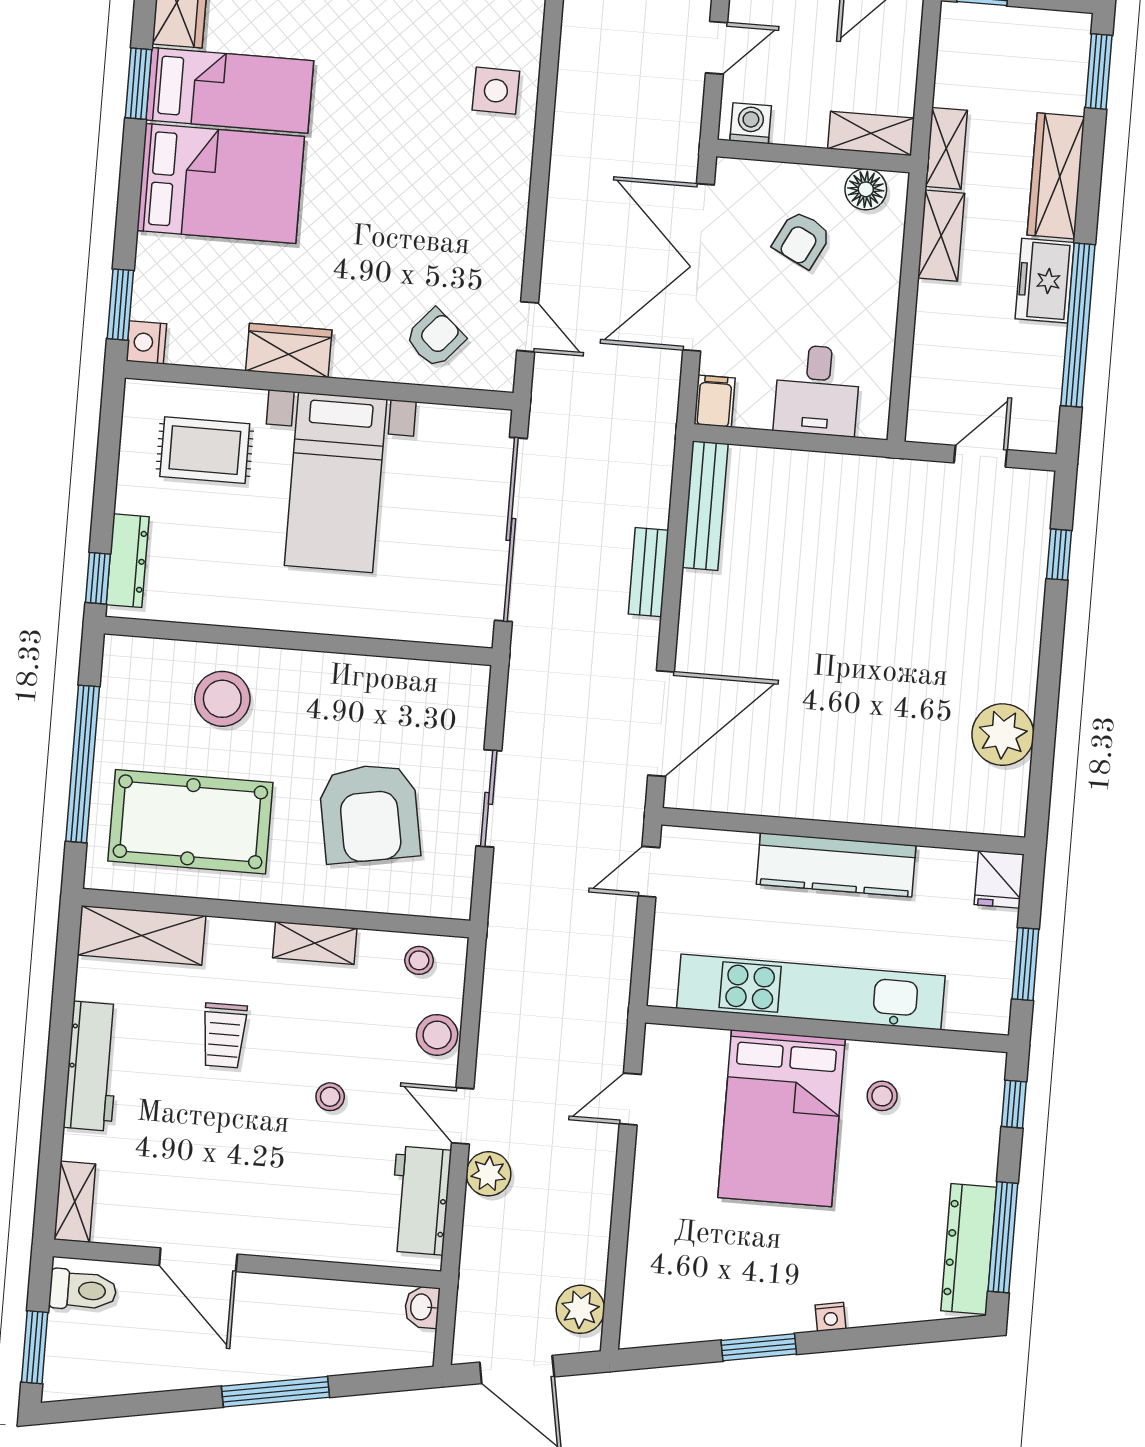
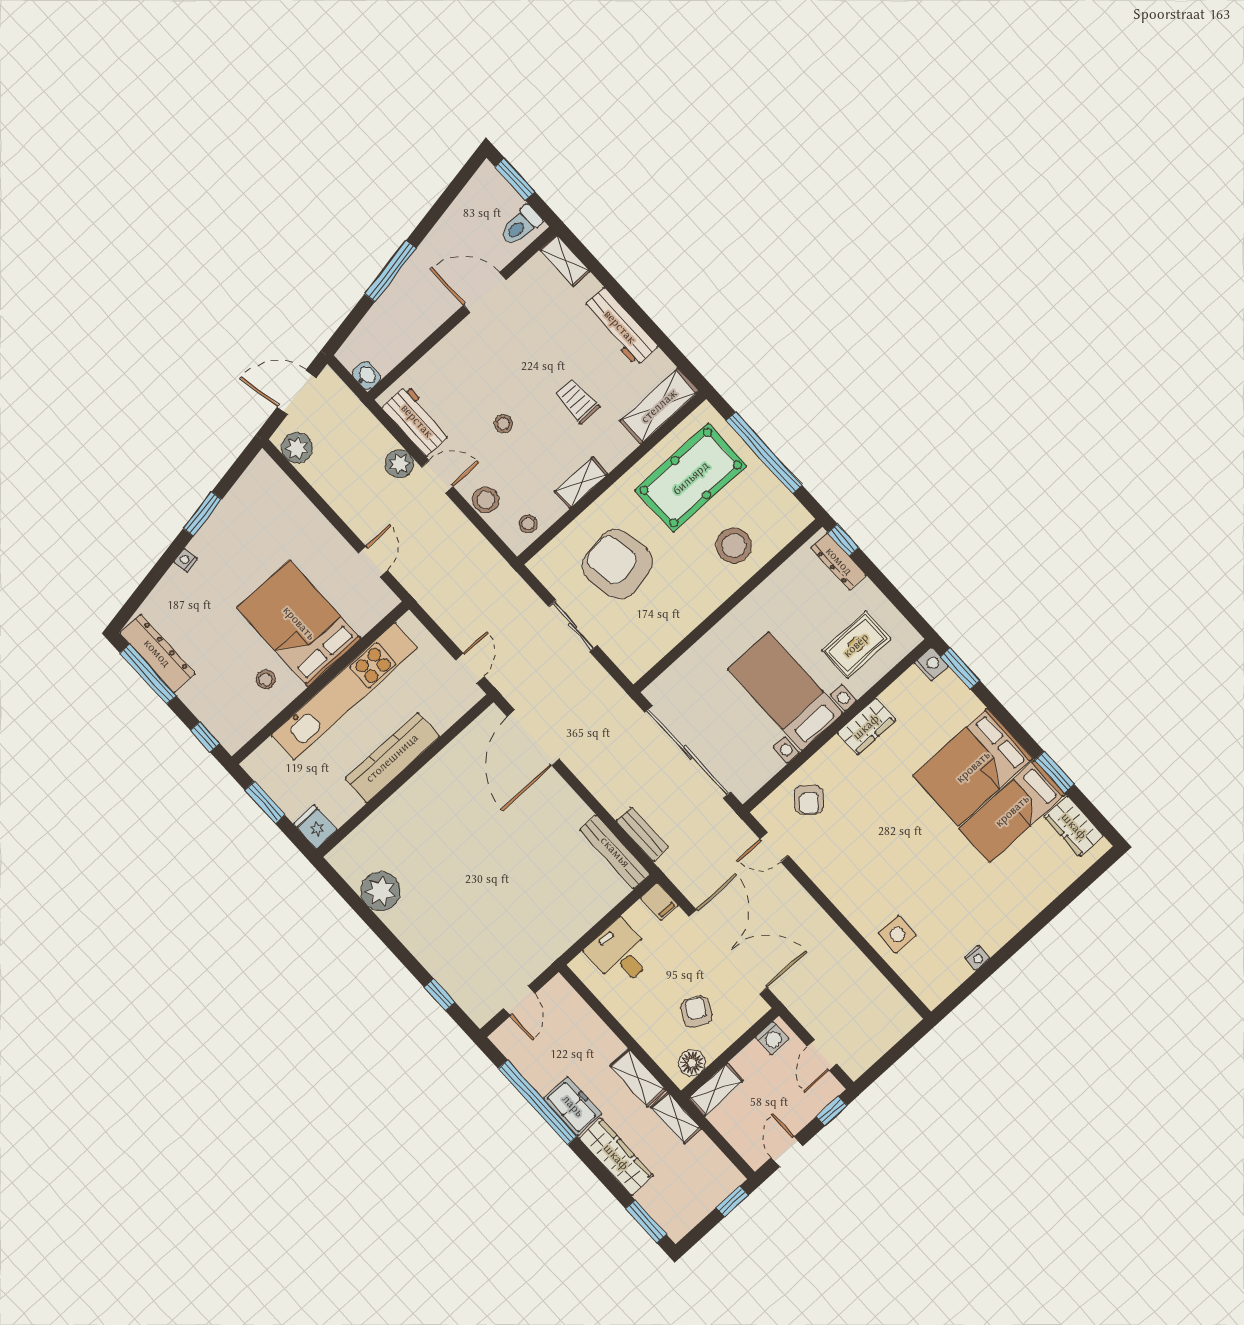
bench: (648, 572) -> (642, 834), moved

